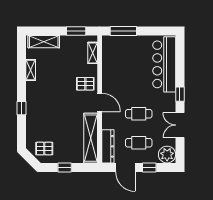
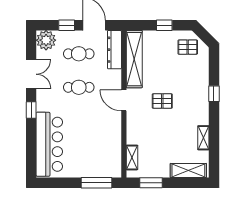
pallet: (85, 84) -> (162, 101), moved

